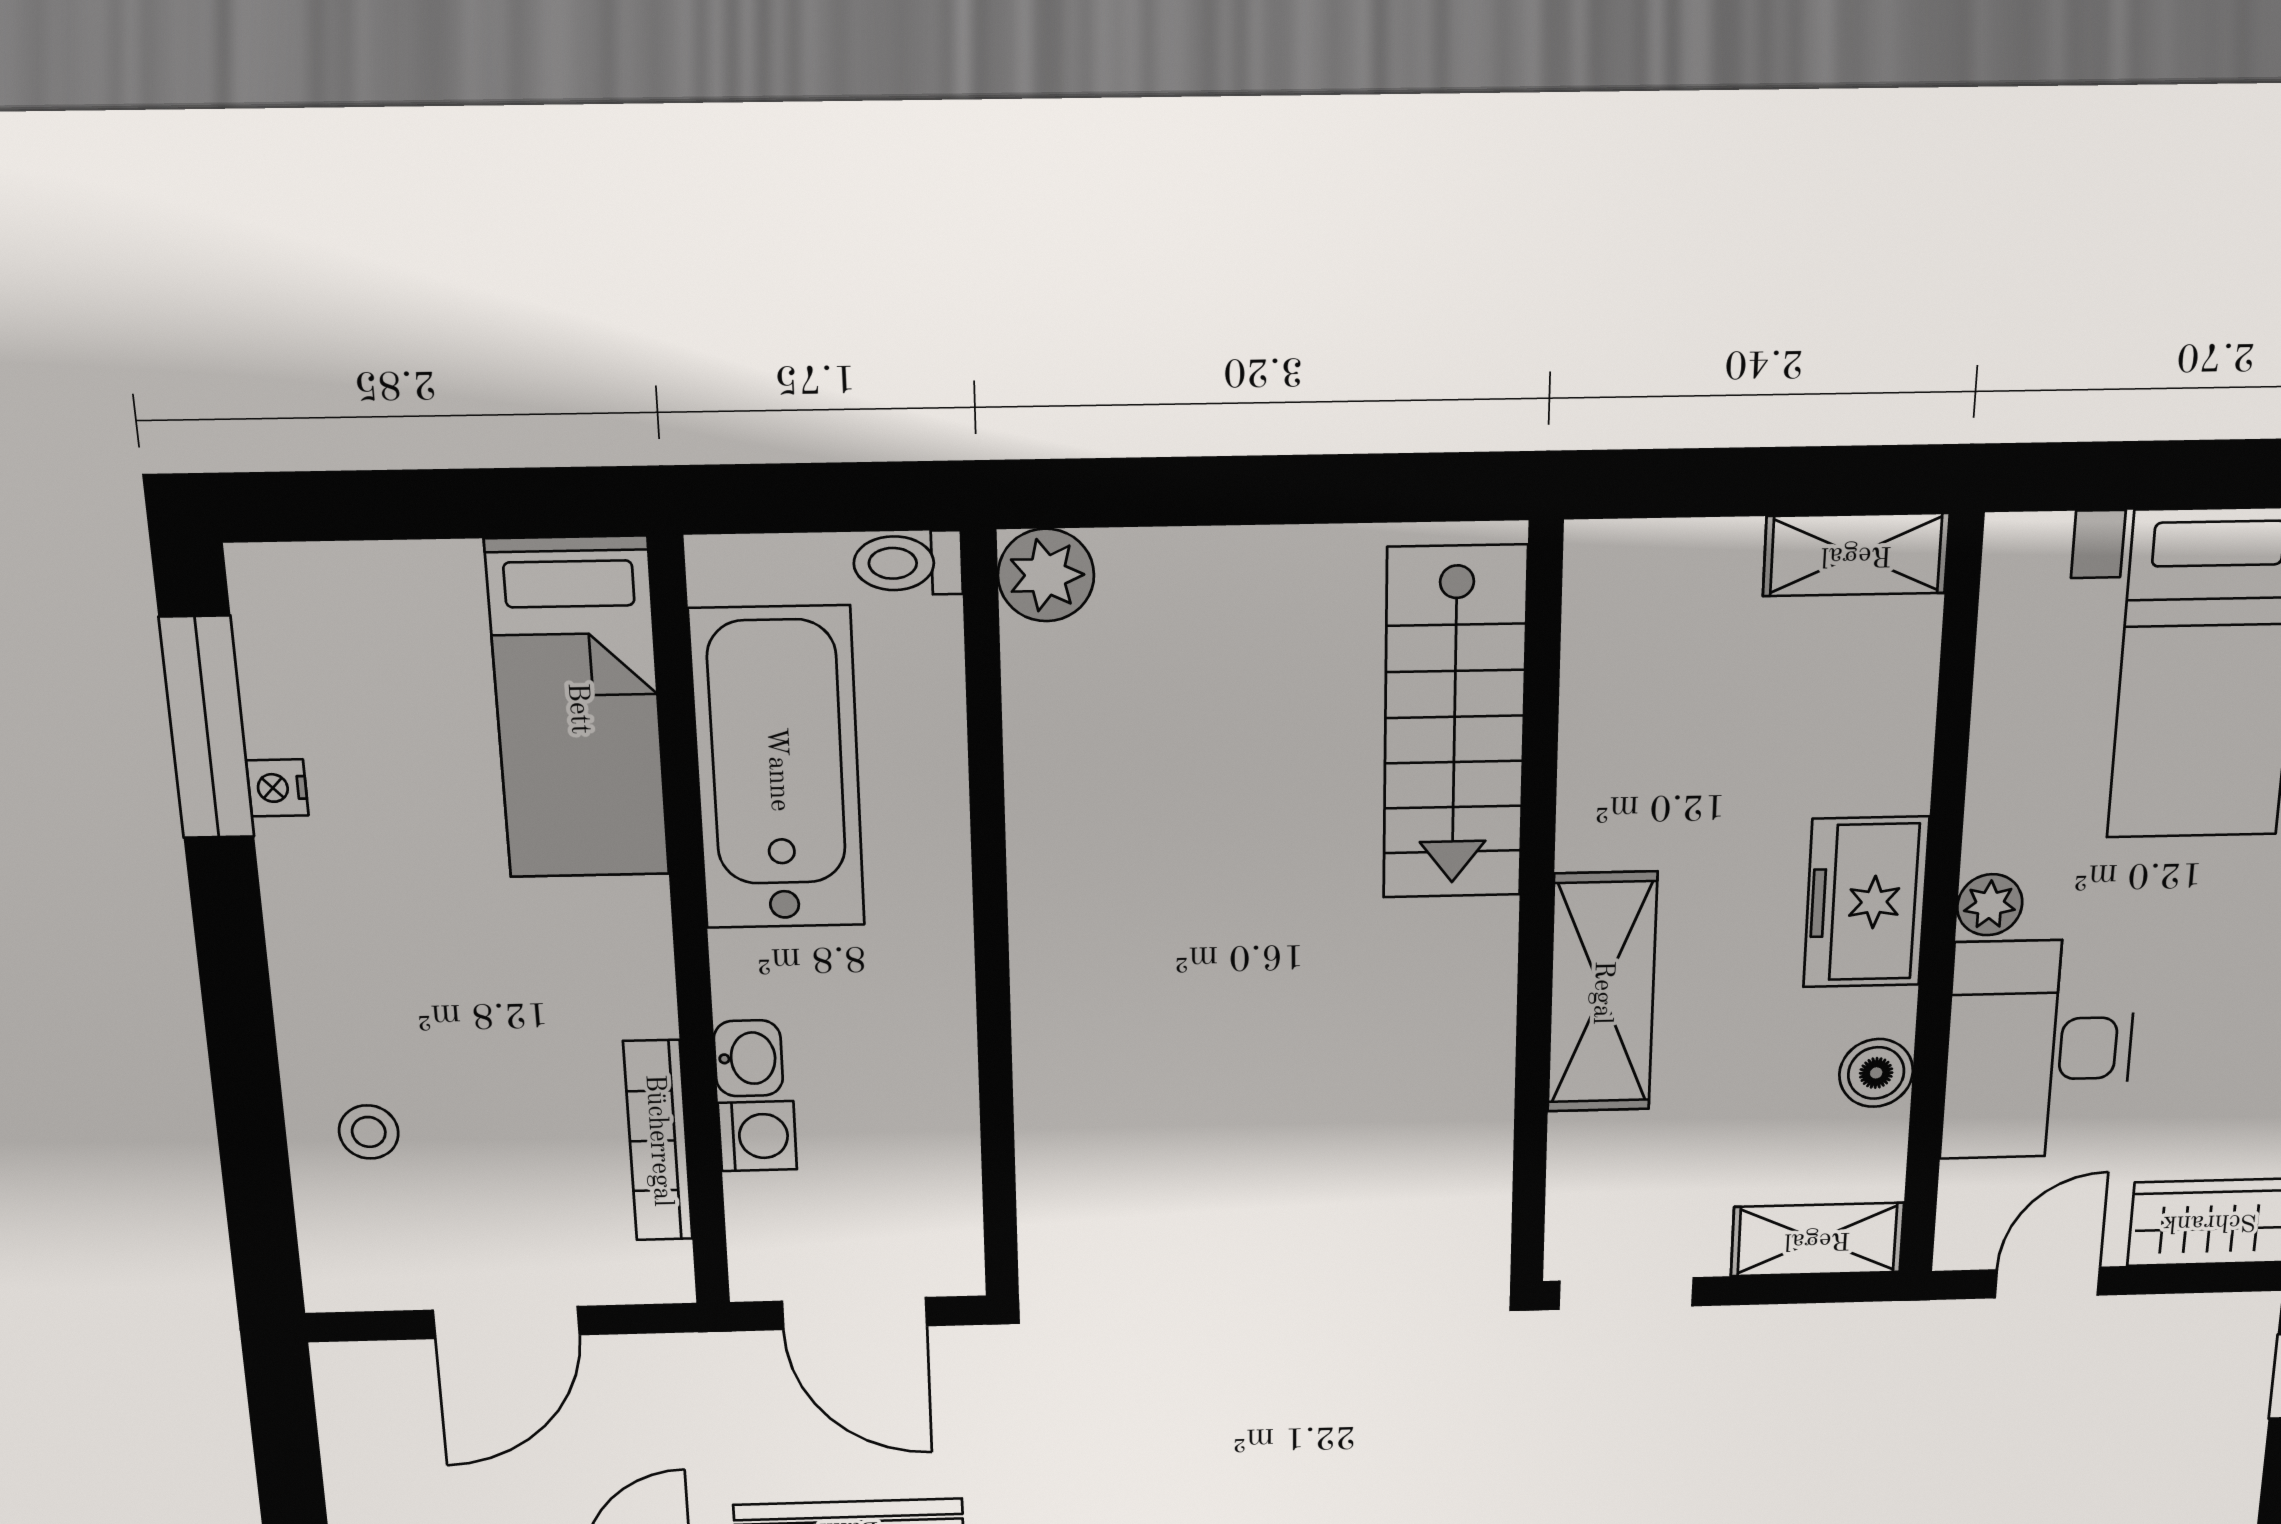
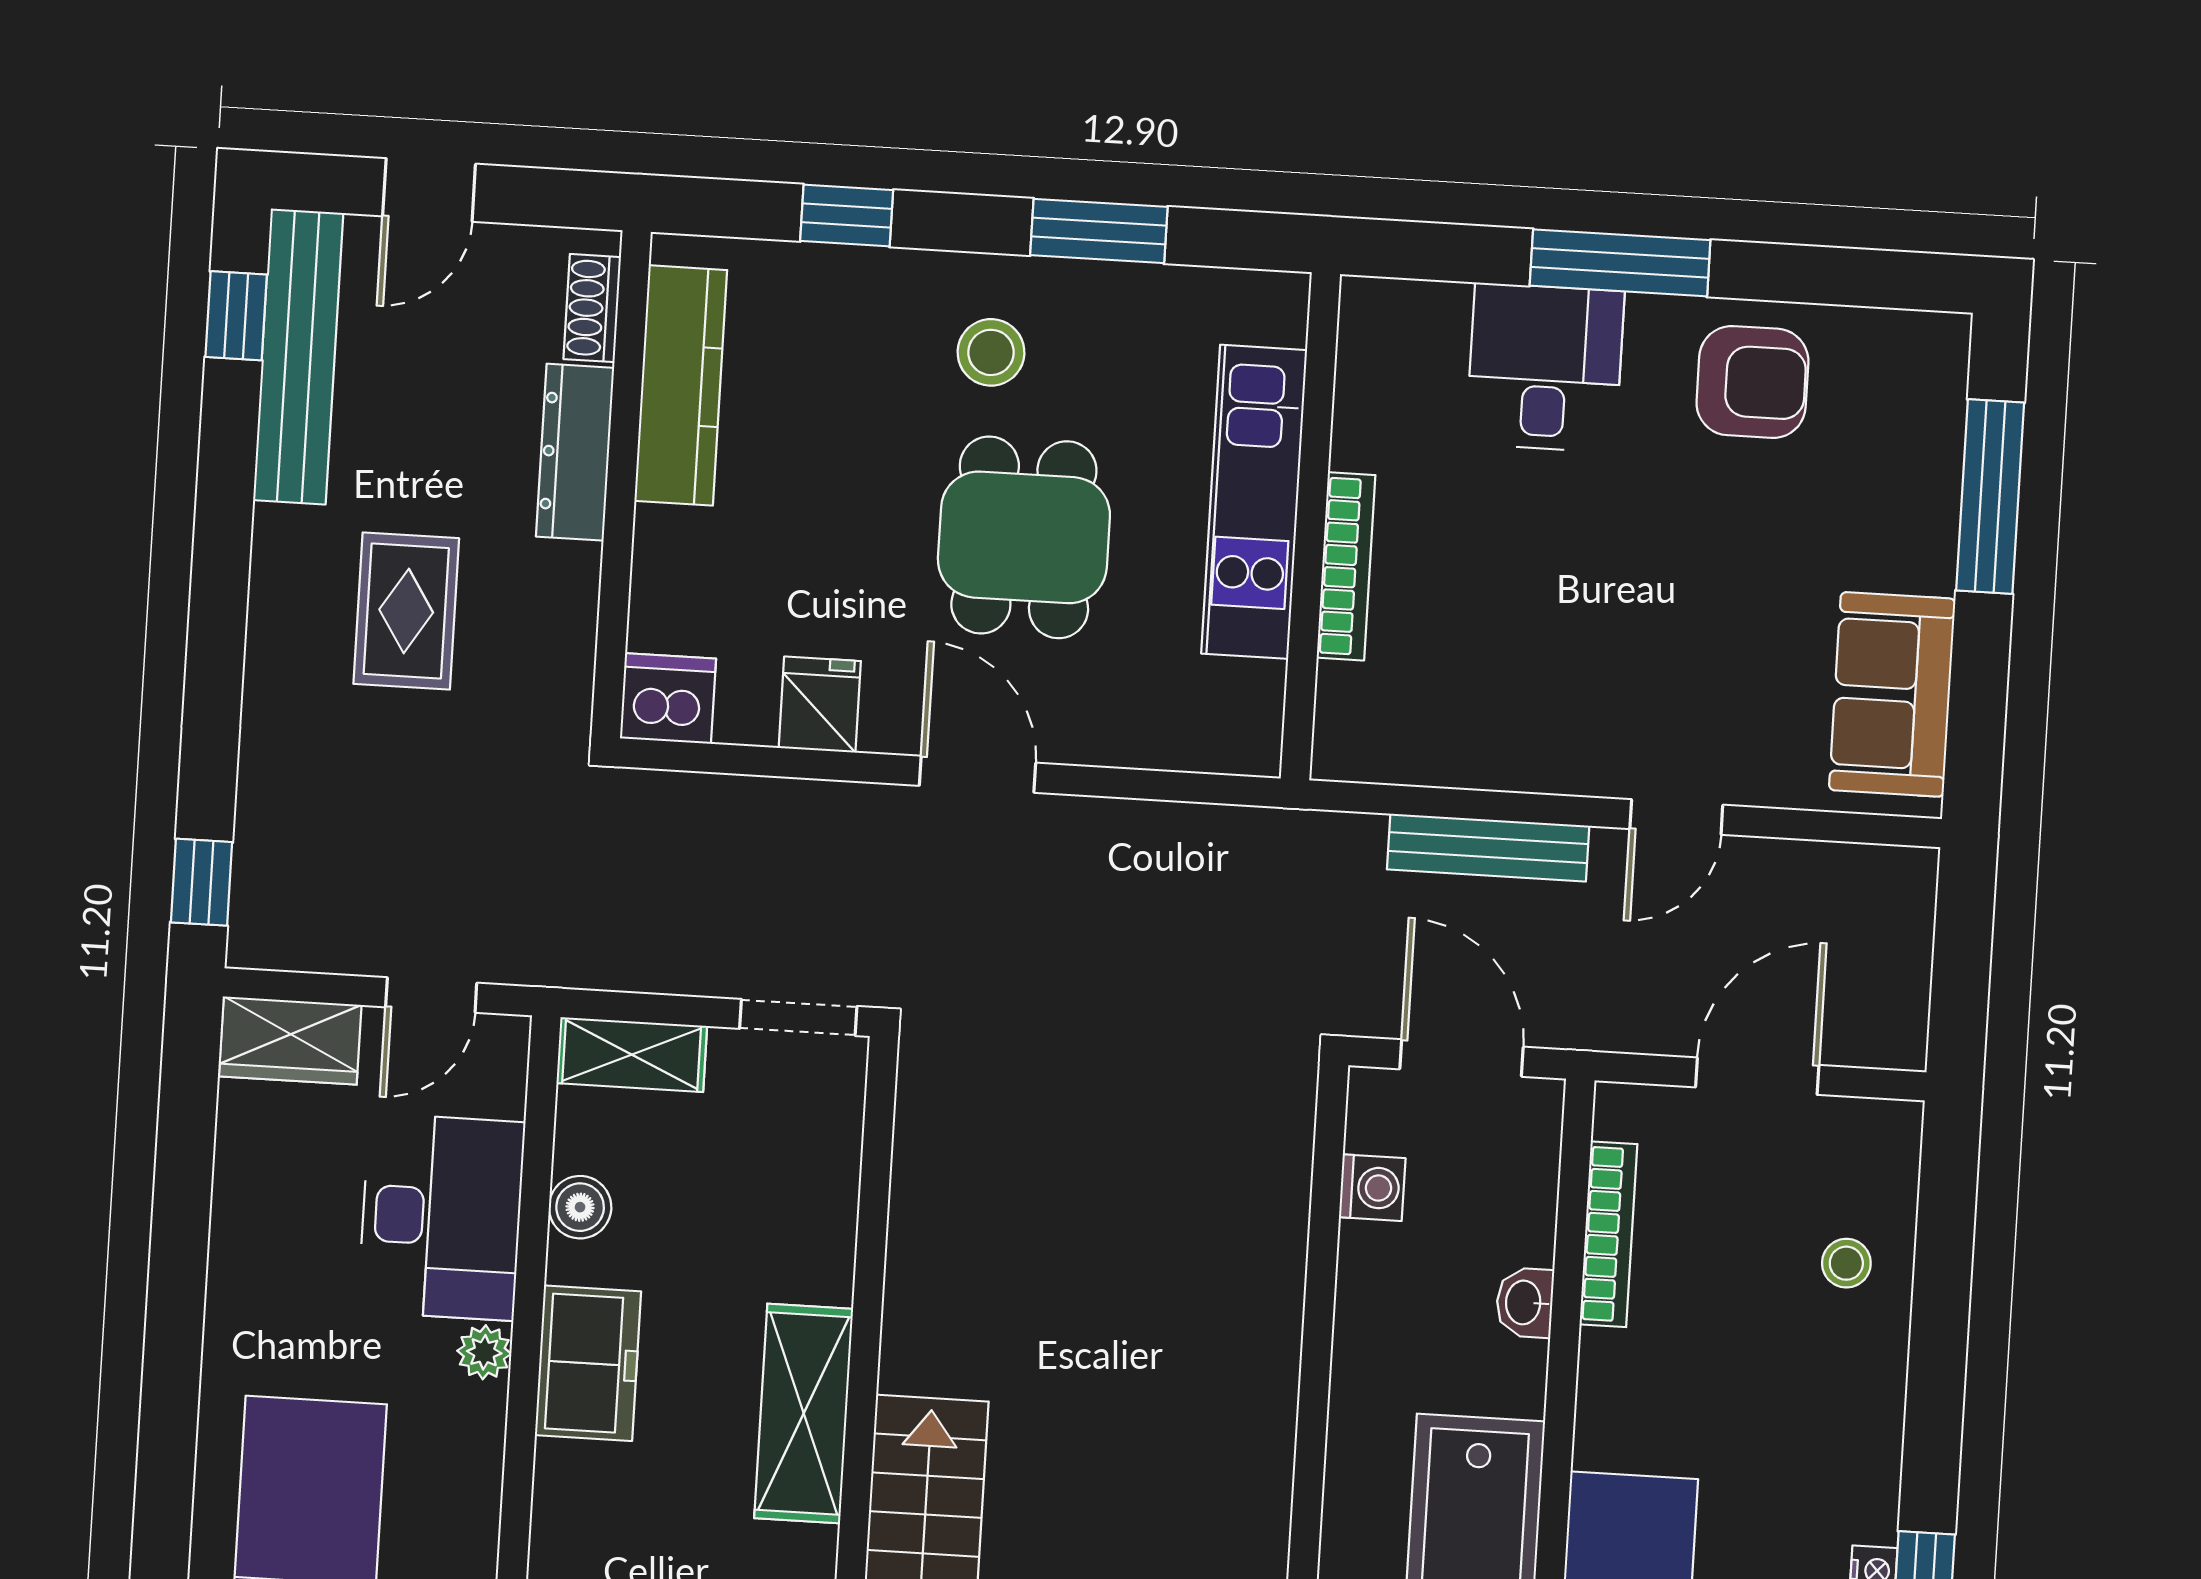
shelving: (1602, 993) -> (804, 1414), moved
washing machine: (757, 1136) -> (1372, 1188), moved, turned 180

